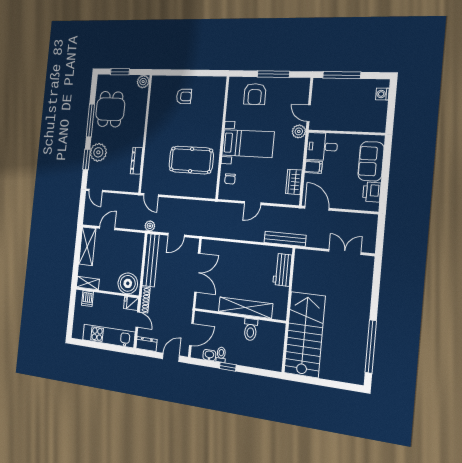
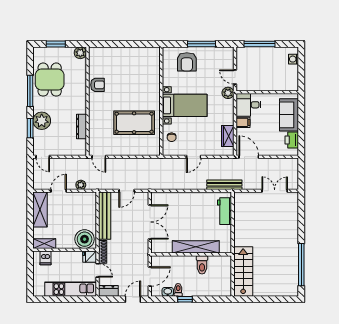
armchair: (184, 96) -> (98, 85), moved
plant: (150, 226) -> (81, 185), moved
stairs: (305, 334) -> (243, 271), width x0.73, depth x0.66

